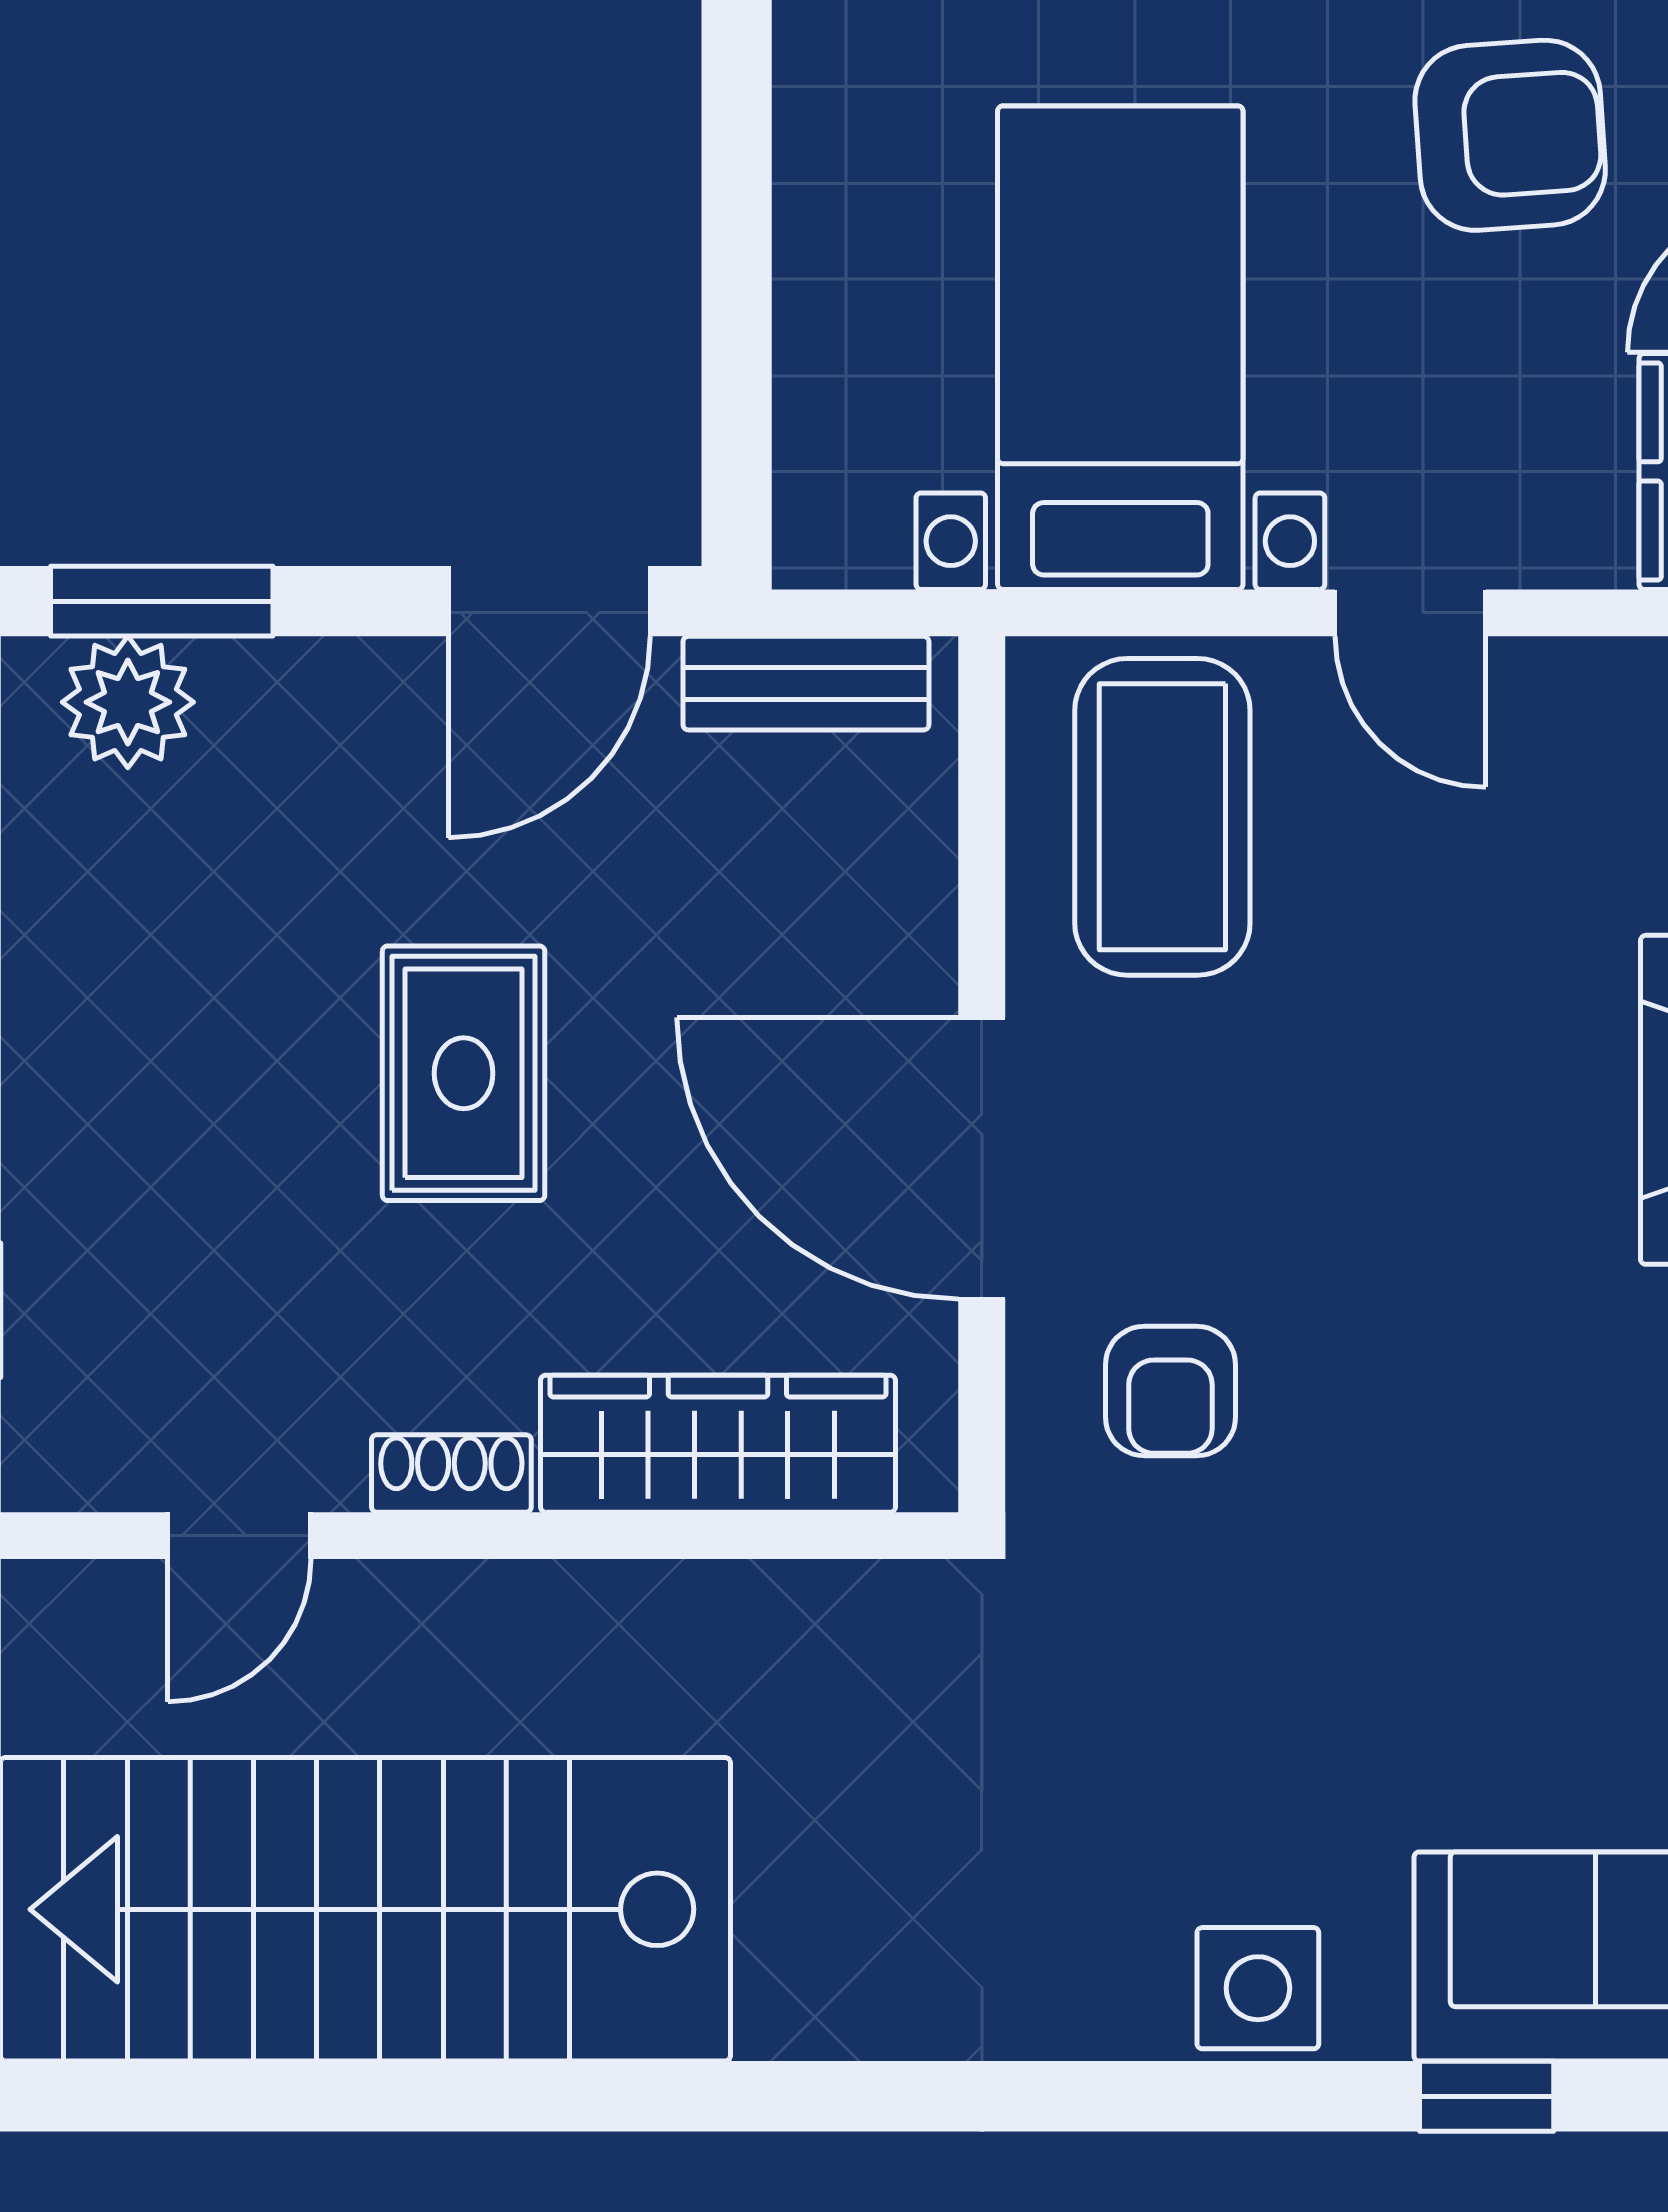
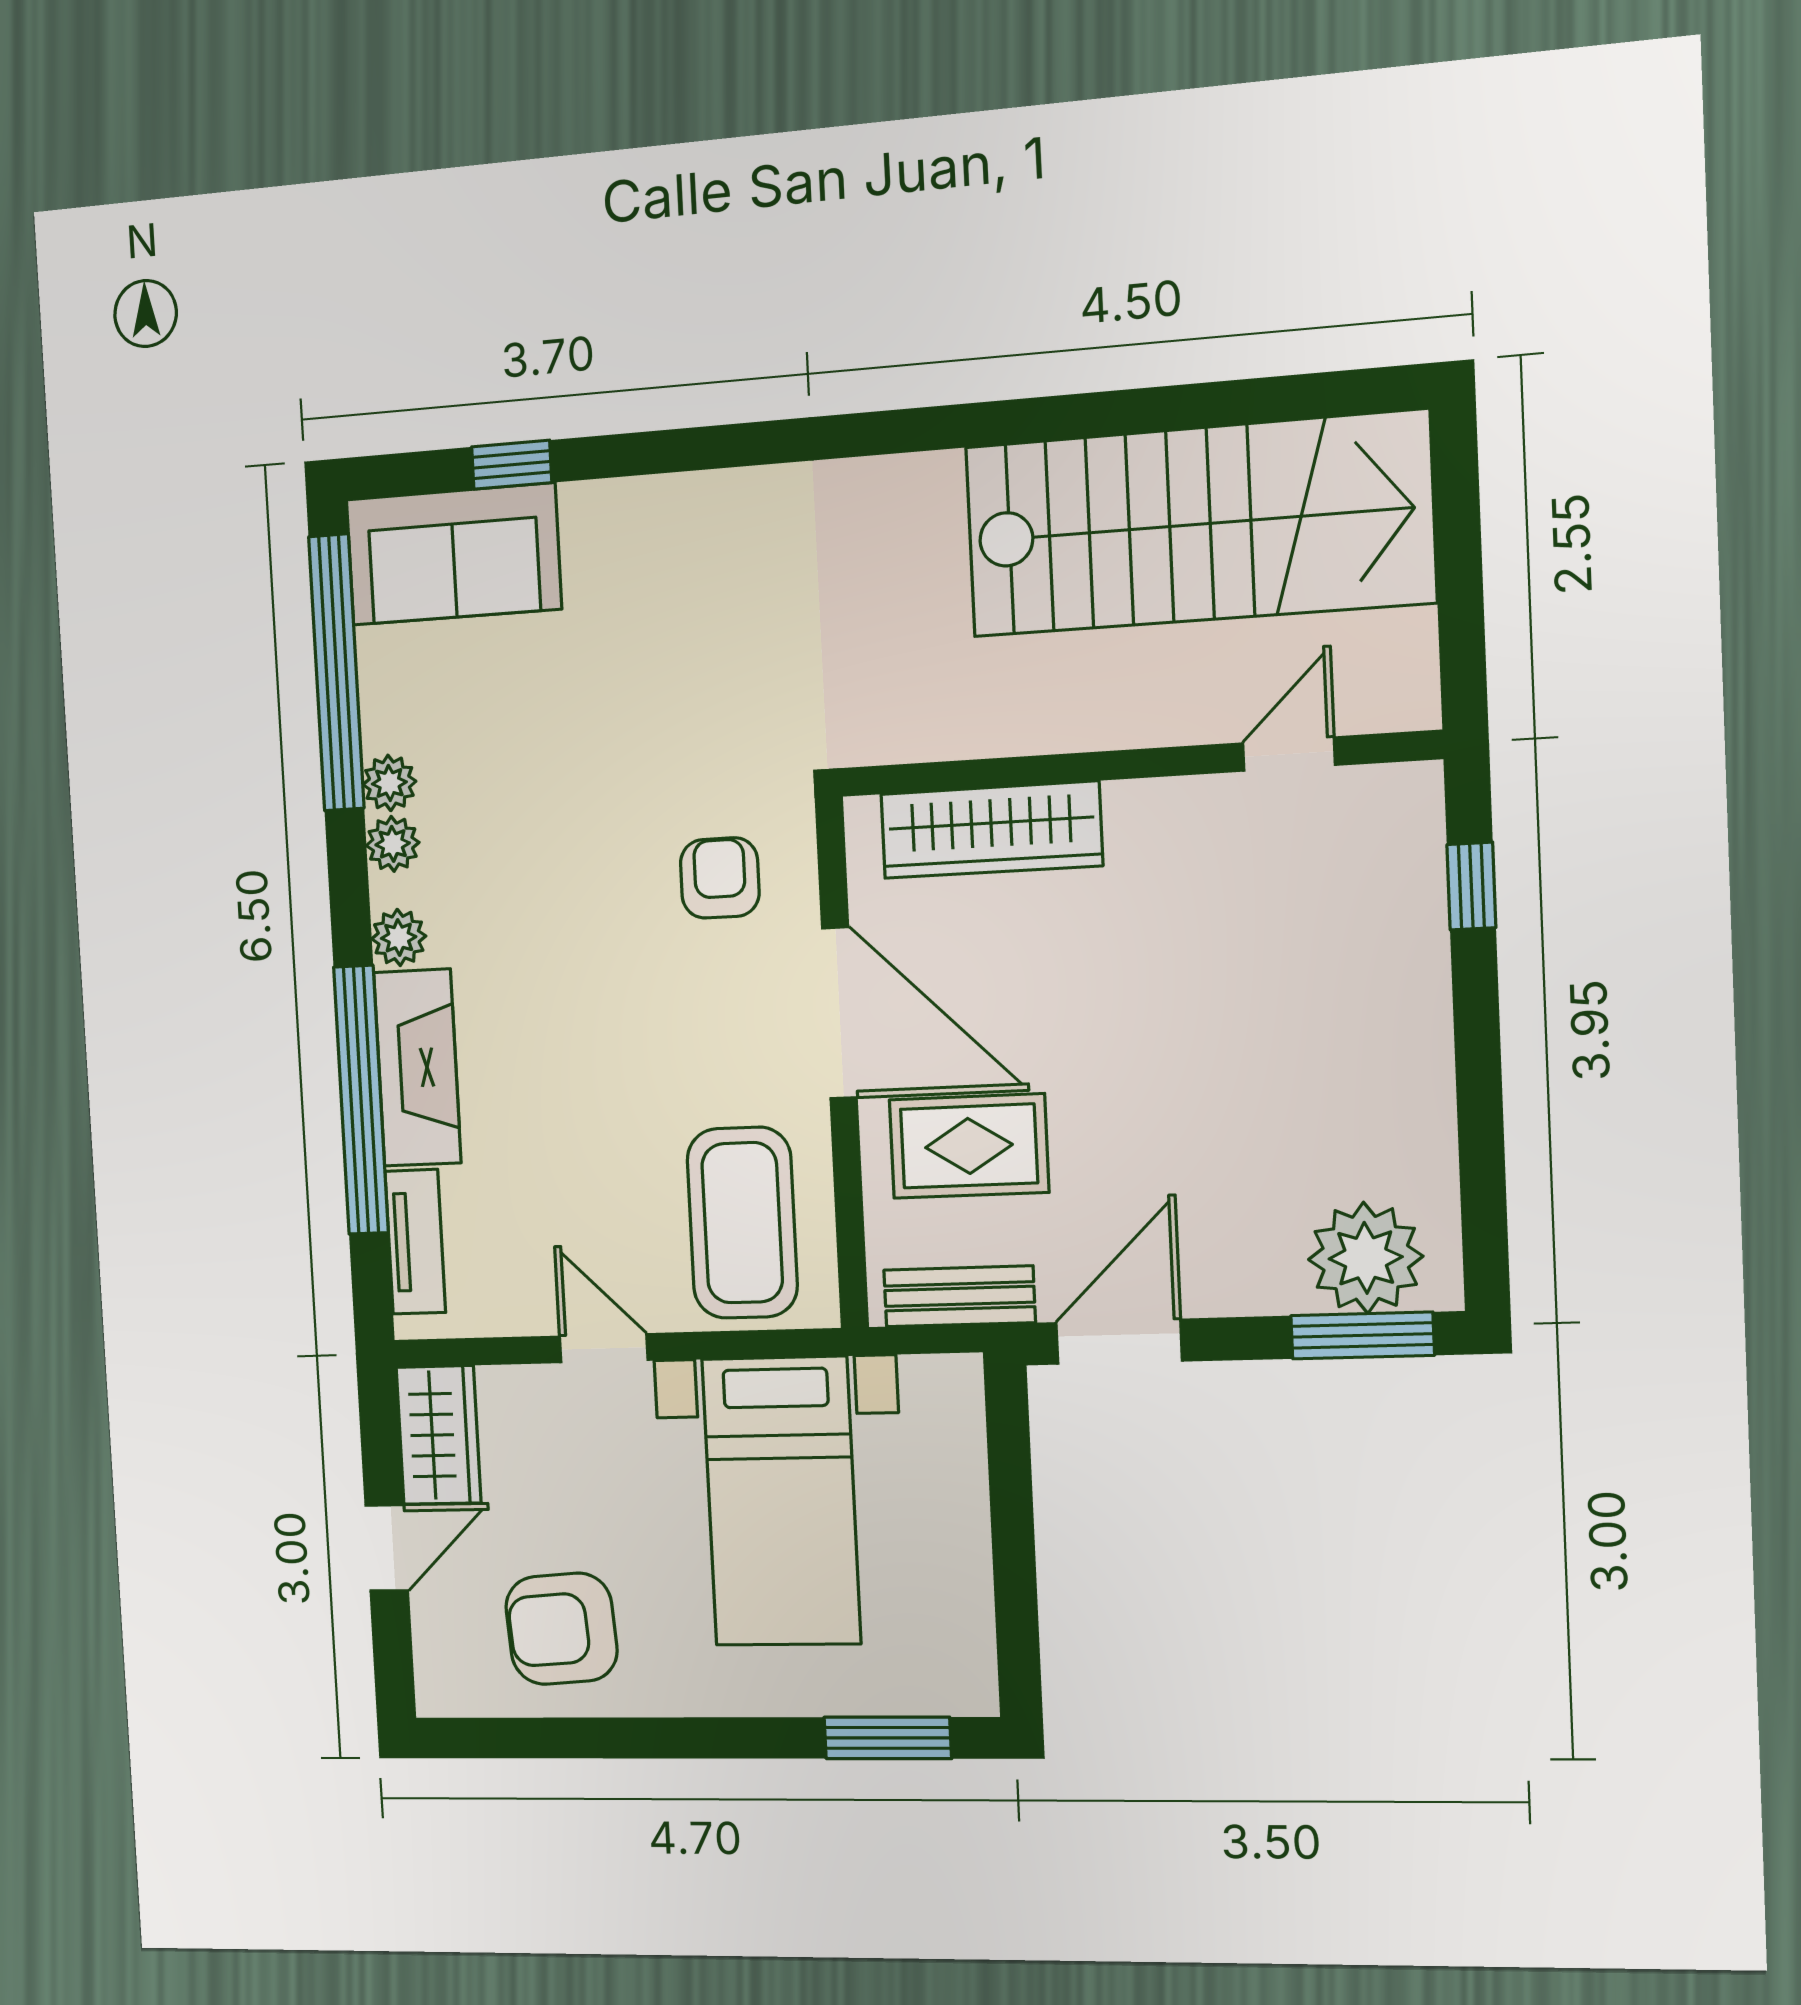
plant: (128, 702) -> (1366, 1258), width x1.36, depth x1.36
rug: (464, 1073) -> (969, 1146), moved, turned 90
shoe rack: (451, 1473) -> (1156, 801), removed
side table: (1258, 1988) -> (649, 519), removed

